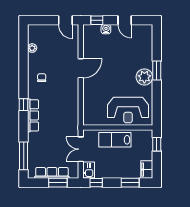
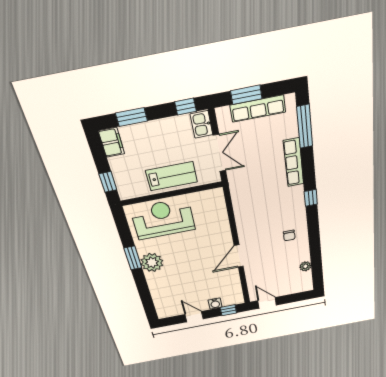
window: (157, 71) -> (133, 258), moved
row of seats: (33, 115) -> (294, 162), moved

